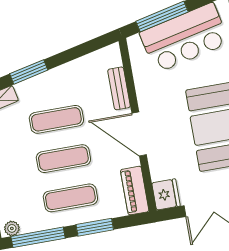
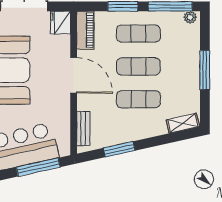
window: (29, 72) -> (119, 149), moved
bench: (119, 88) -> (83, 129), moved

